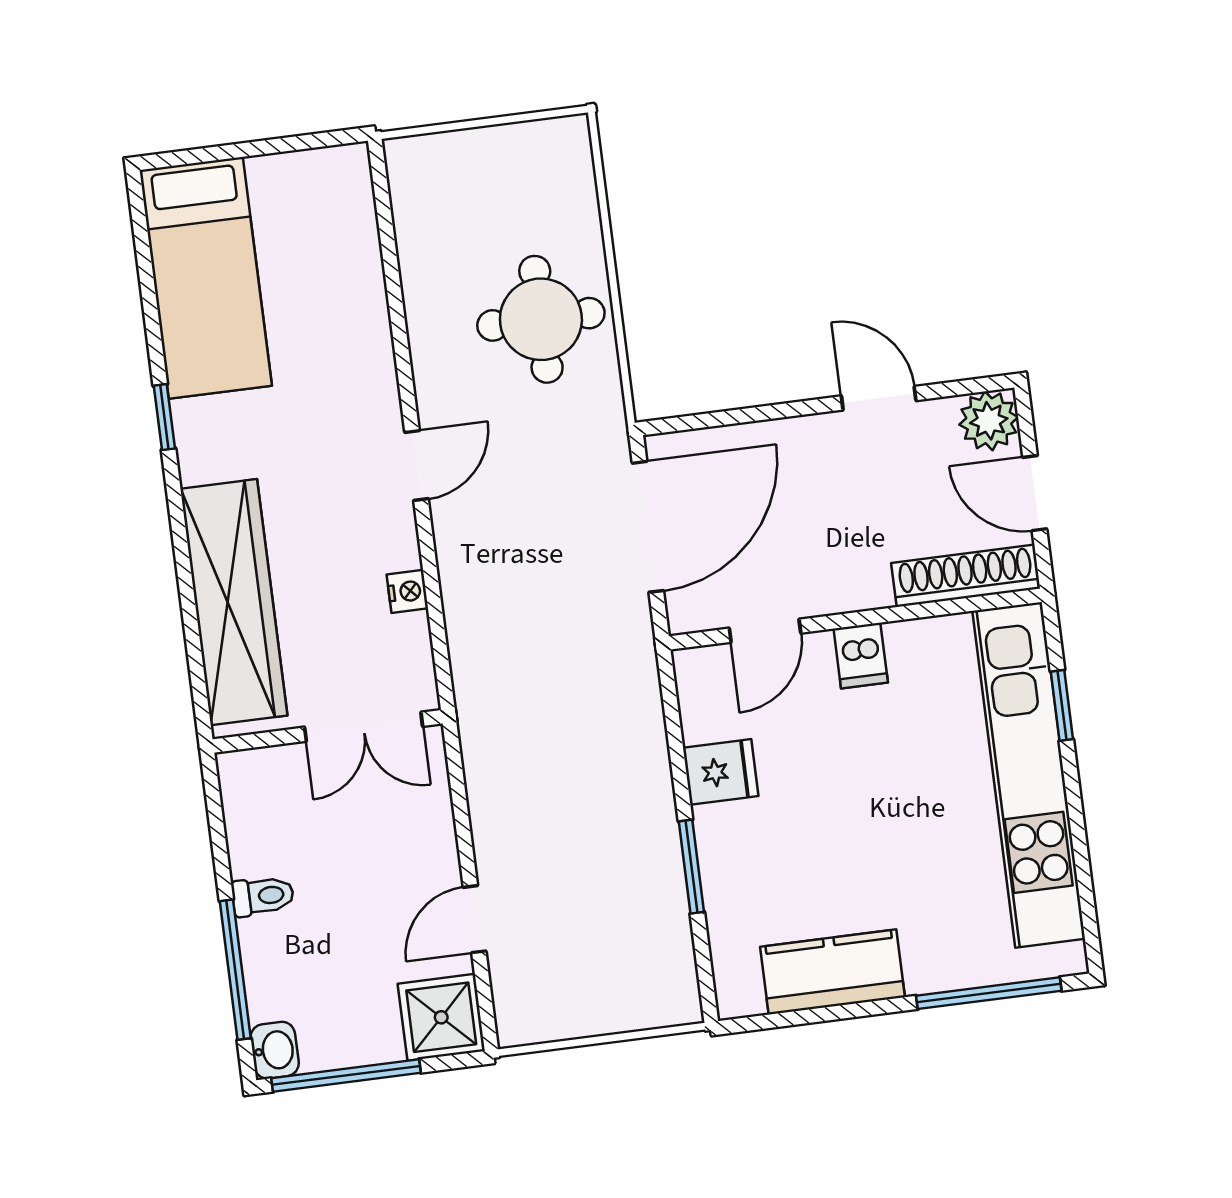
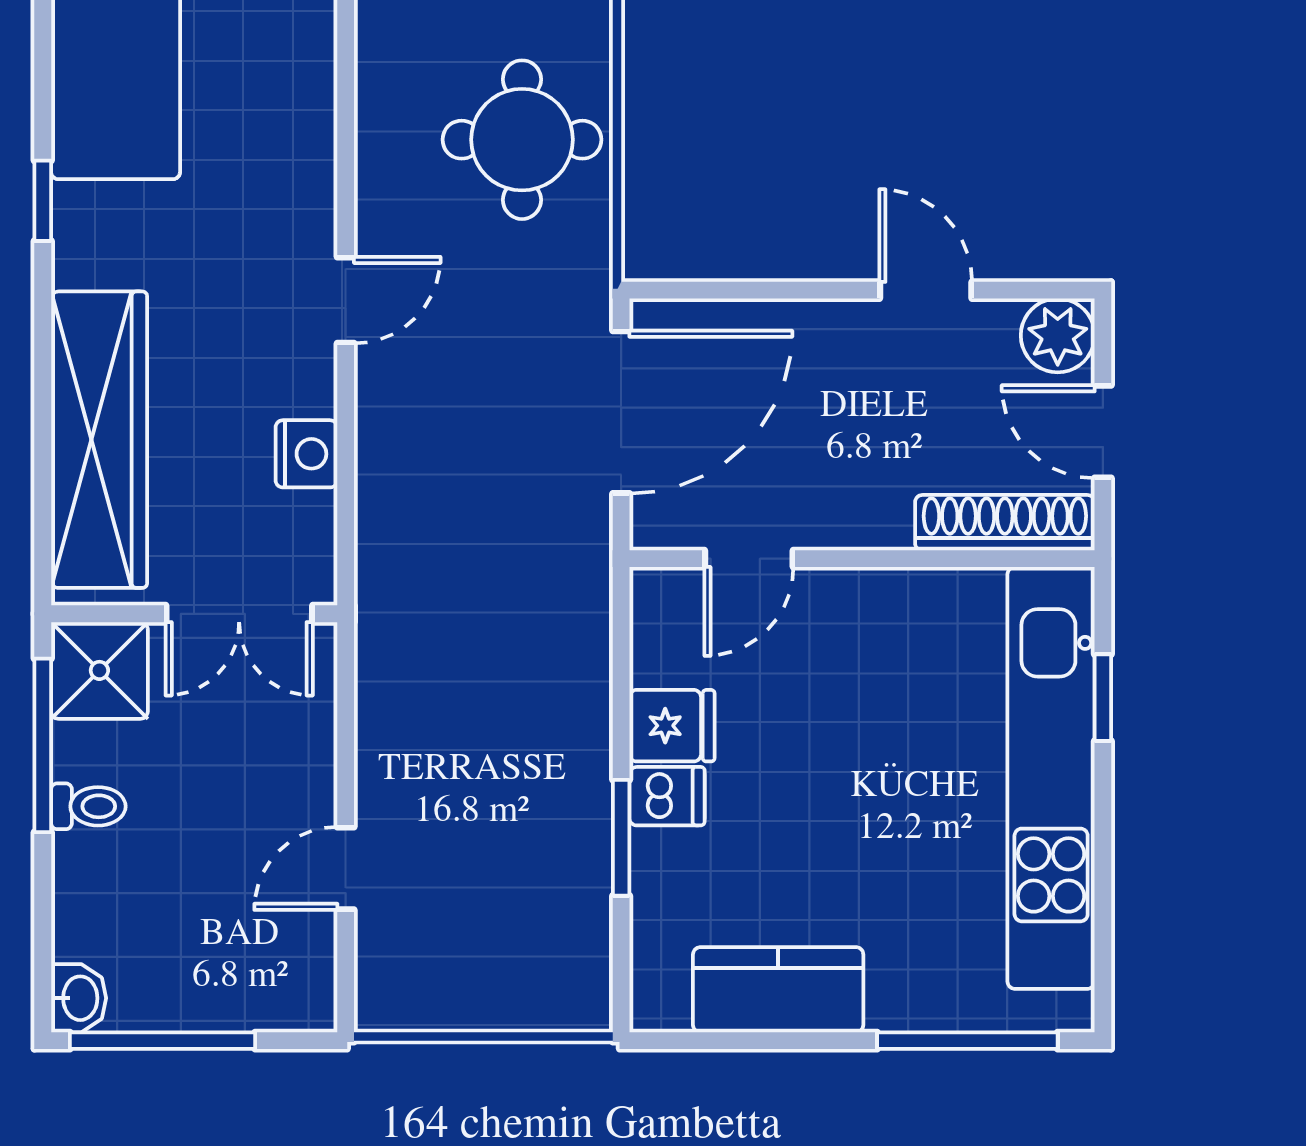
nightstand: (407, 591) -> (306, 454), width x1.39, depth x1.35
dishwasher: (861, 656) -> (667, 796), moved, turned -90
window: (235, 970) -> (43, 745), moved
shower: (441, 1017) -> (99, 670), moved

